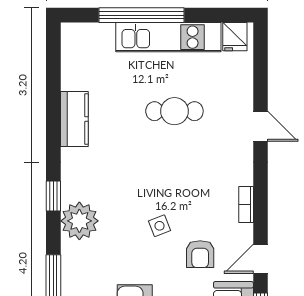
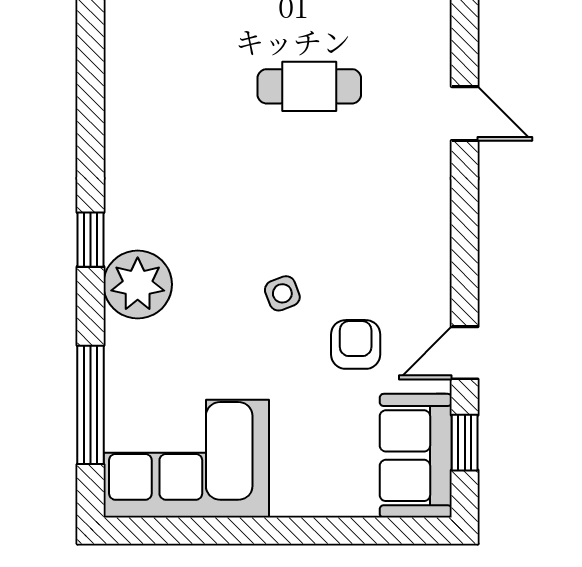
kitchen counter: (74, 119) -> (128, 101), removed
bookcase: (246, 204) -> (438, 255), removed
armchair: (200, 254) -> (356, 344), turned 180

